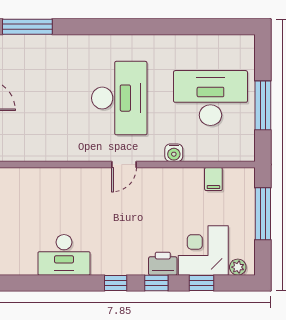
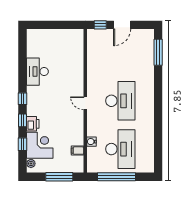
desk: (119, 98) -> (120, 101), turned -90
window: (263, 105) -> (117, 177), width x1.46
water cooler: (174, 153) -> (91, 142), moved

